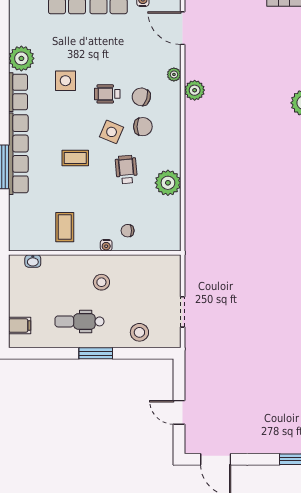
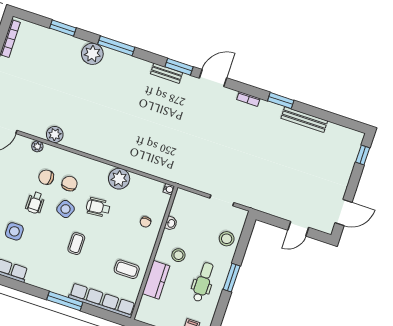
chair: (141, 97) -> (46, 177), turned 73
row of seats: (18, 154) -> (102, 301), moved
water cooler: (106, 245) -> (169, 189), moved
washbasin: (33, 261) -> (171, 223), moved
kitchen counter: (64, 266) -> (156, 280), added
dental chair: (80, 321) -> (203, 282), turned 180

